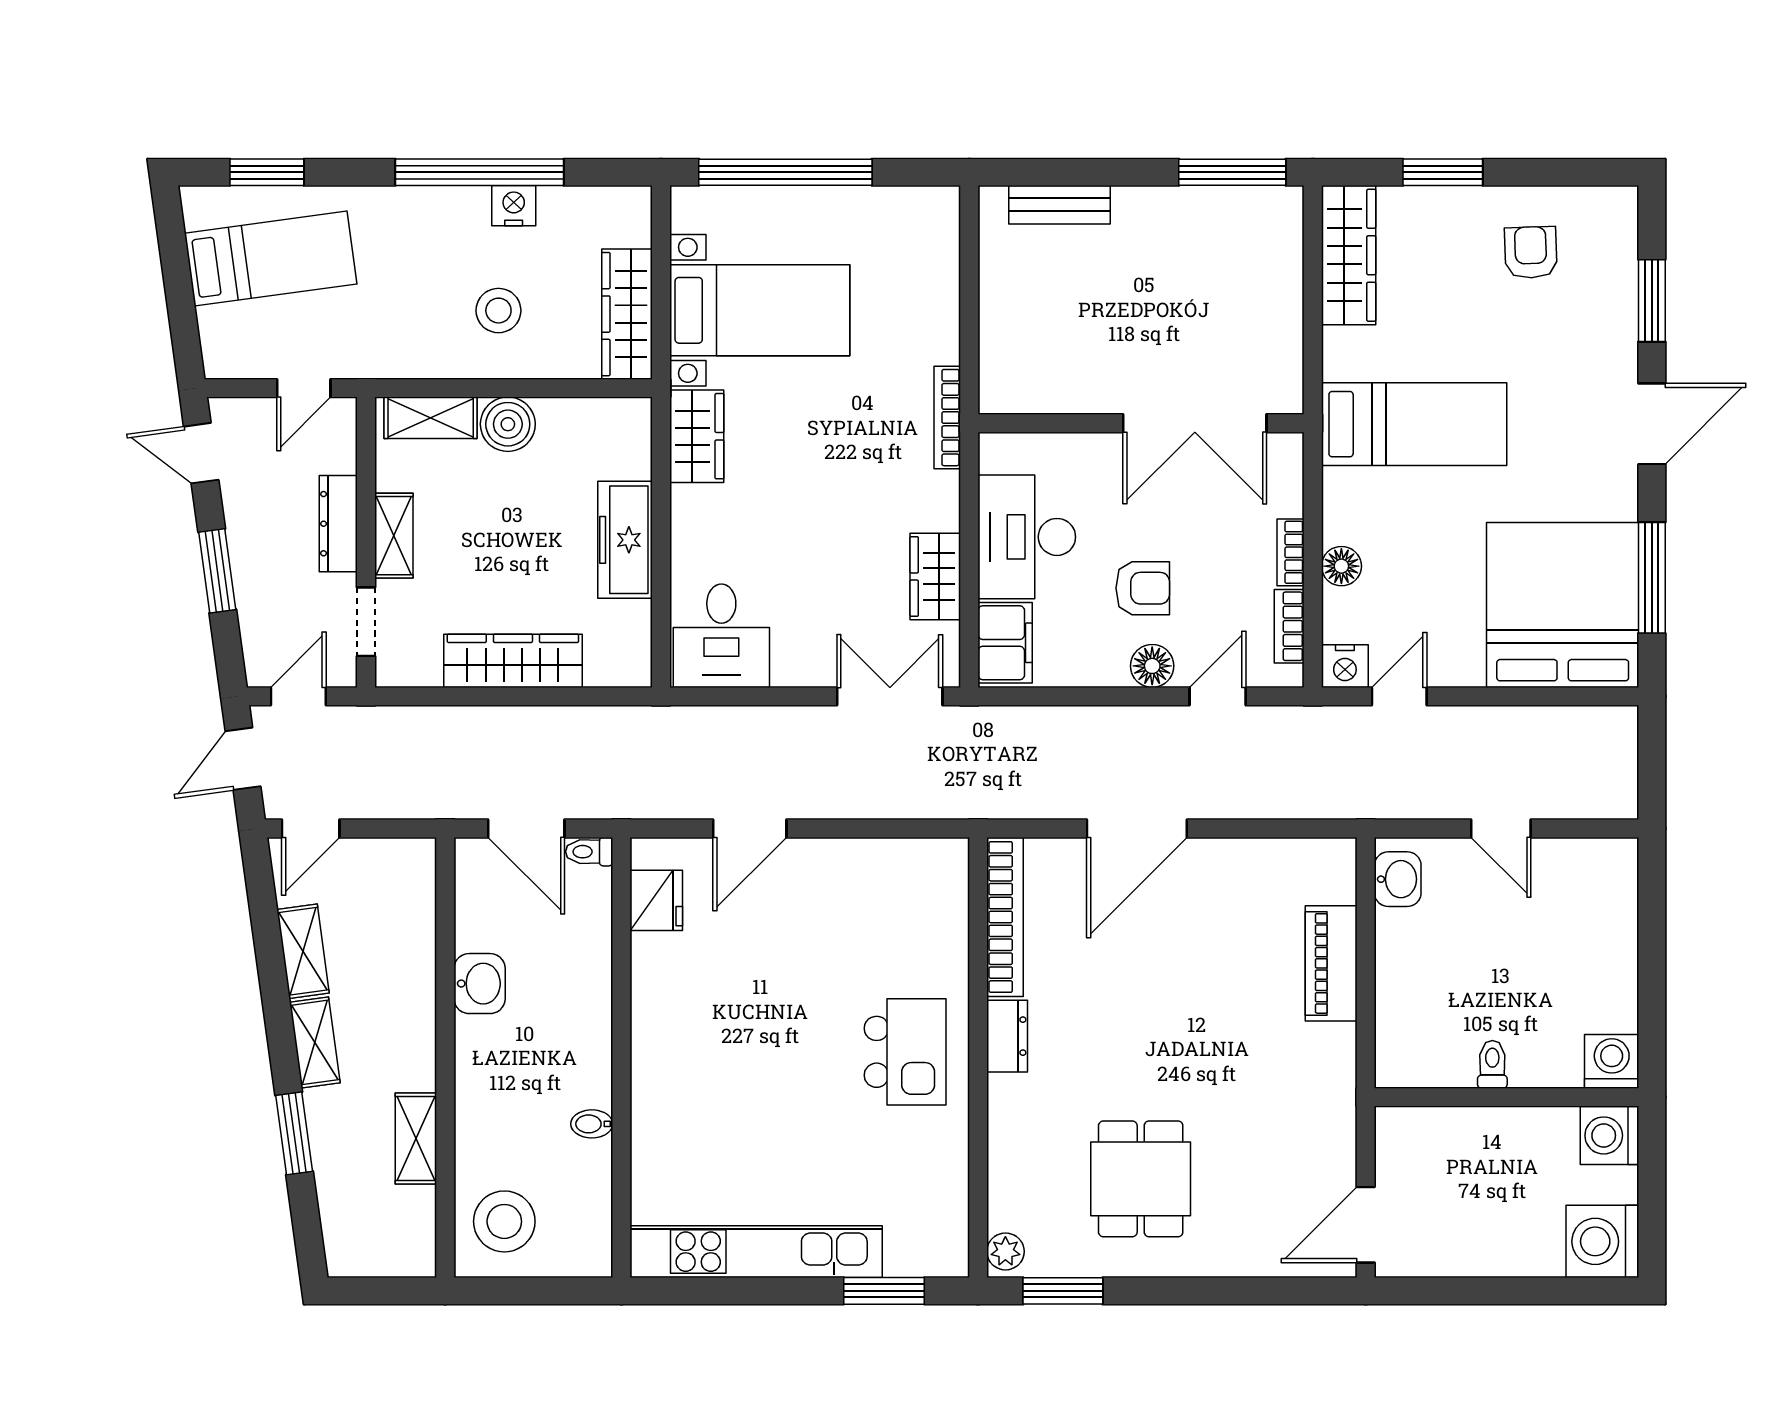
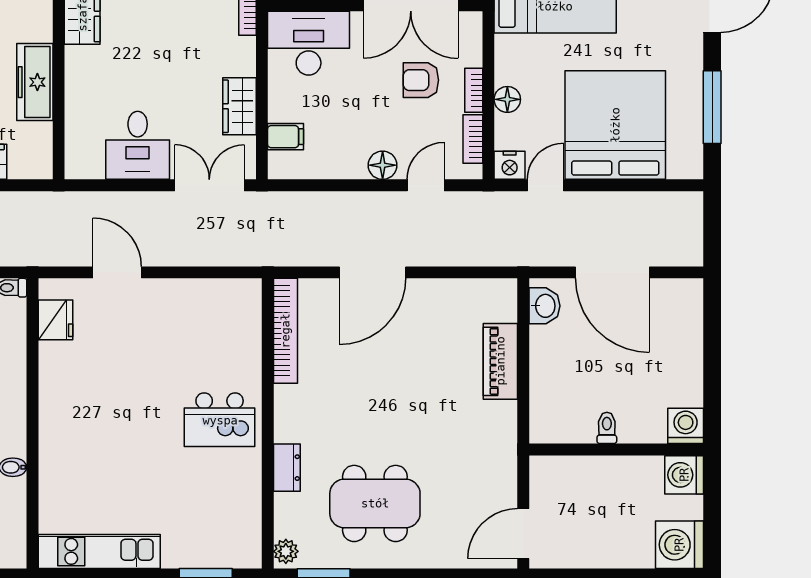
desk: (1027, 537) -> (309, 43), moved, turned 90
armchair: (1143, 588) -> (421, 80), moved, turned 180
bed: (1563, 605) -> (615, 125), moved
desk: (721, 636) -> (138, 145), moved
filing cabinet: (1005, 643) -> (285, 137), width x0.50
door: (750, 828) -> (117, 272), swing flipped
door: (1501, 828) -> (612, 272), width x1.87
dresser: (1007, 1036) -> (287, 468), moved
kitchen island: (905, 1052) -> (220, 420), turned 90
dining table: (1141, 1179) -> (375, 503), width x1.38
kitchen unit: (756, 1252) -> (99, 551), width x0.73

